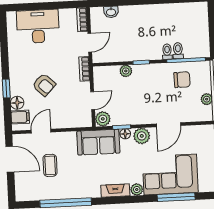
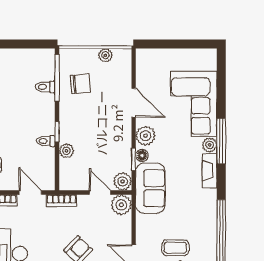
toilet: (167, 52) -> (46, 141), moved
chair: (182, 80) -> (80, 84), turned 86
plant: (83, 119) -> (121, 205), added
window: (176, 197) -> (221, 141), moved

